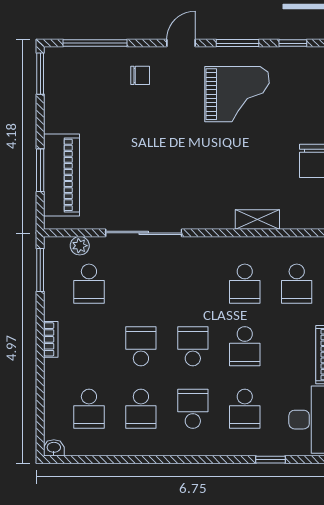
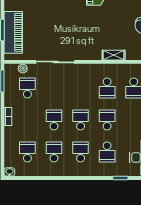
school desk: (89, 284) -> (27, 88), turned 180
school desk: (245, 346) -> (107, 120), turned 180
school desk: (89, 409) -> (27, 152), turned 180
school desk: (141, 409) -> (54, 152), turned 180

